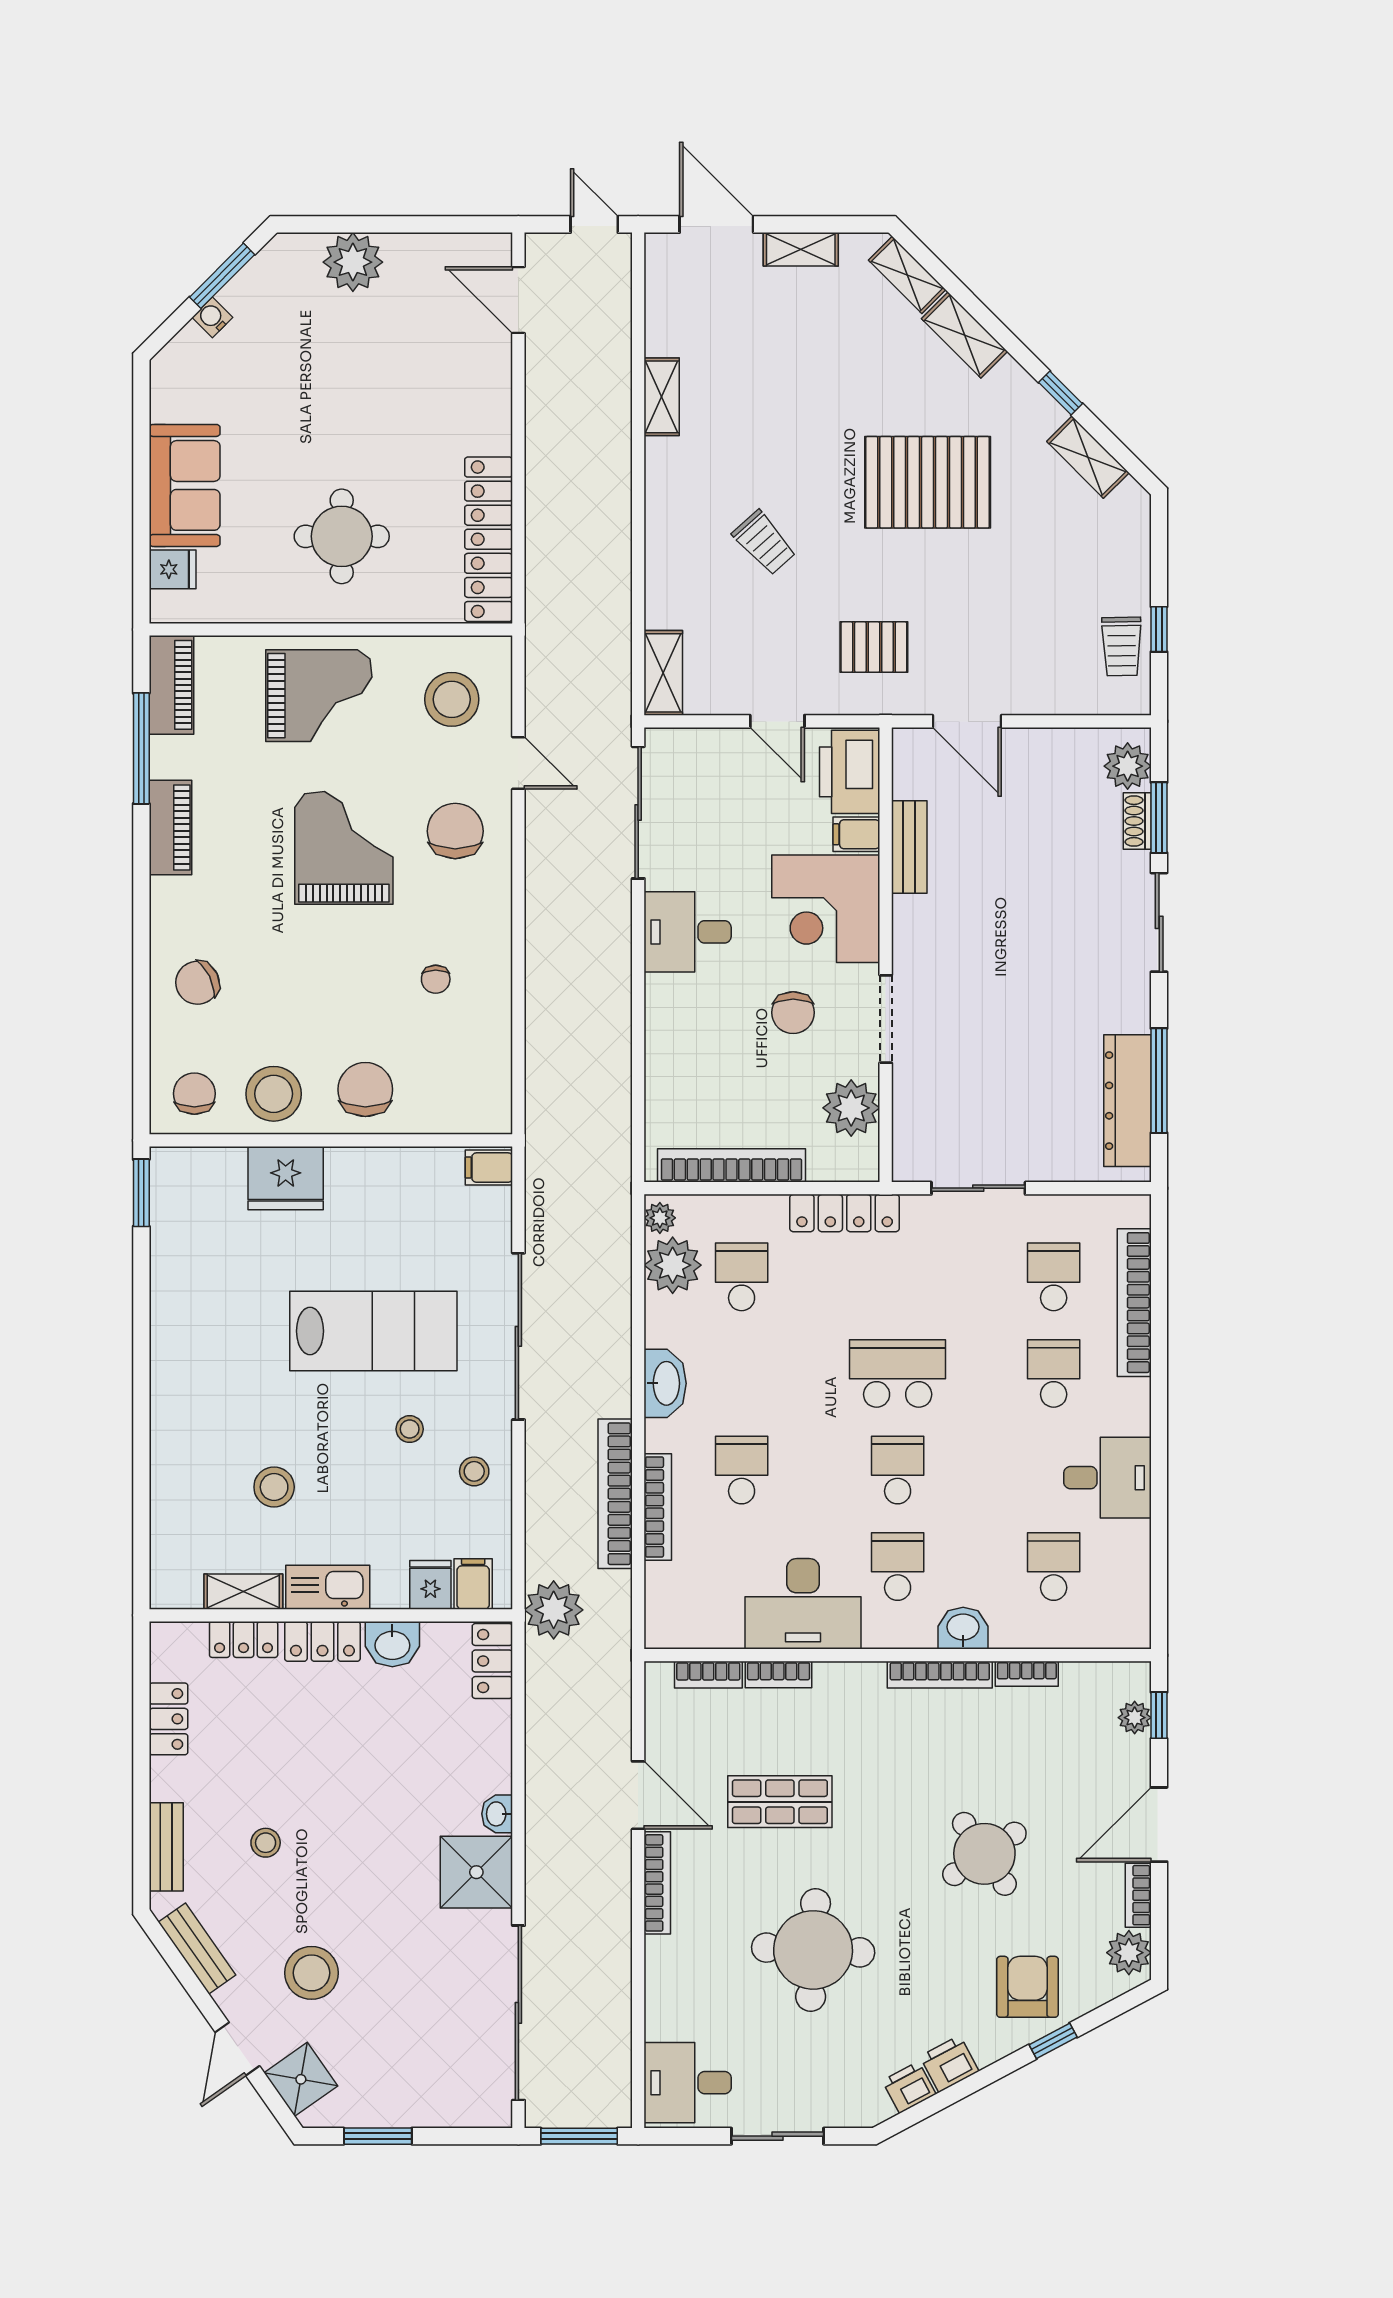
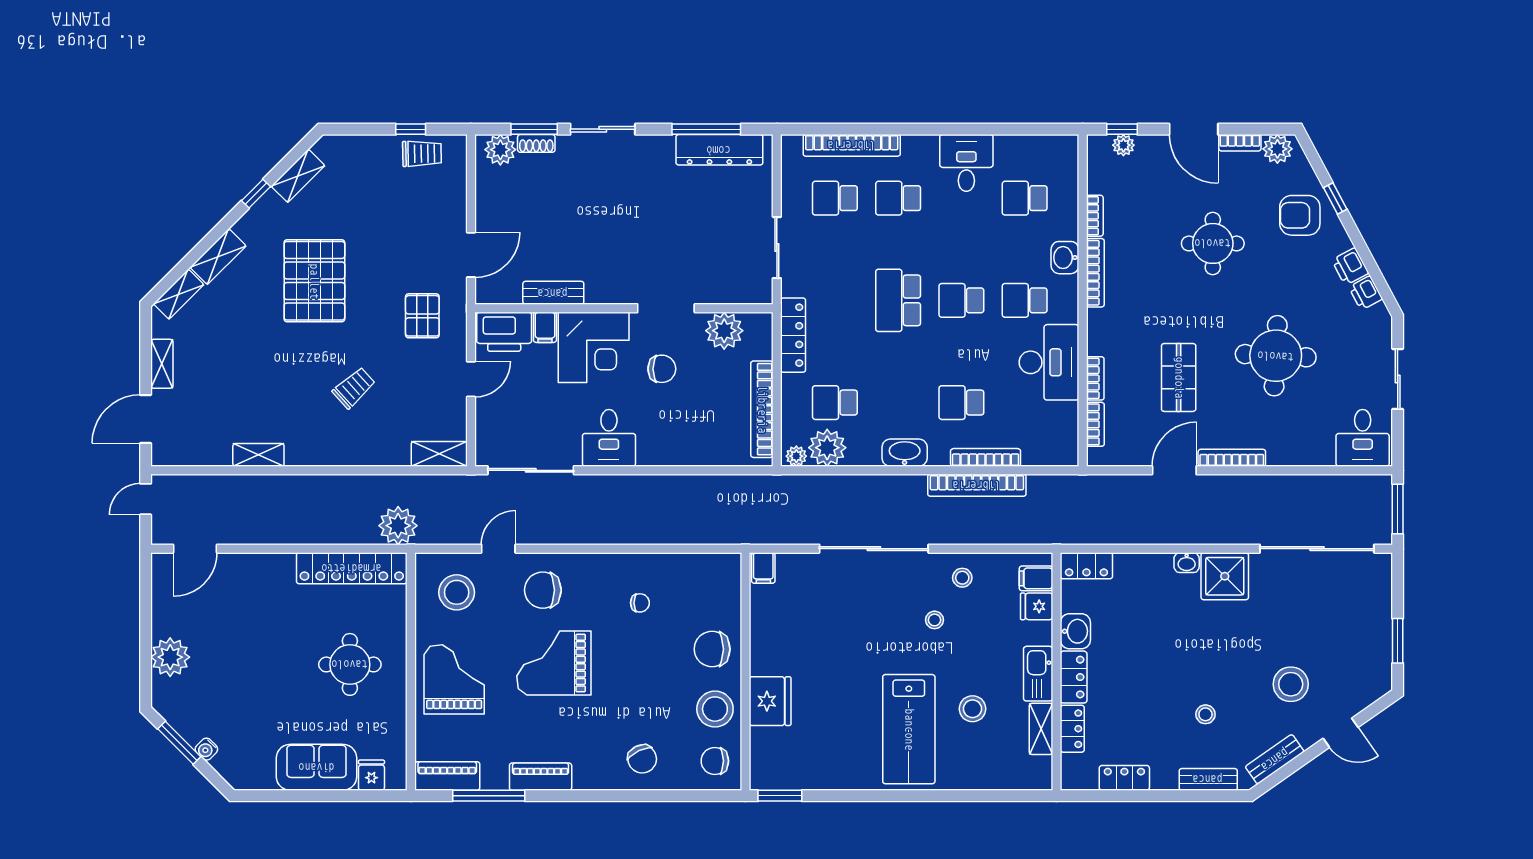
lab bench: (373, 1331) -> (909, 729), moved, turned 180
plant: (554, 1610) -> (398, 526), moved
round table: (984, 1854) -> (1213, 243), turned 34
shower: (301, 2079) -> (1360, 691), removed

